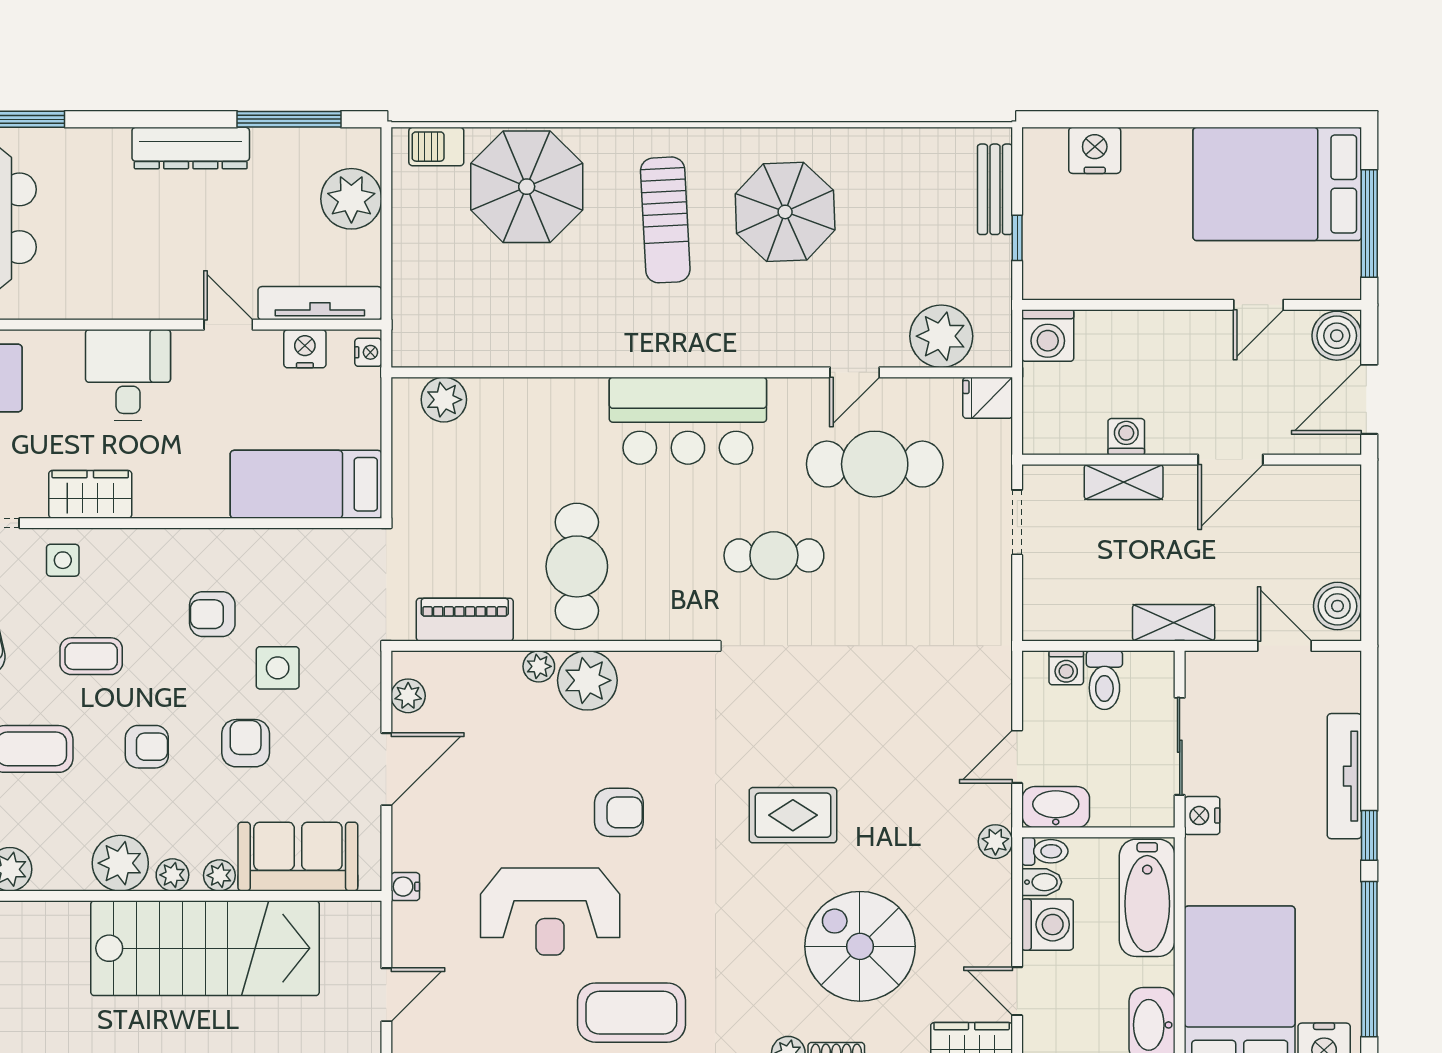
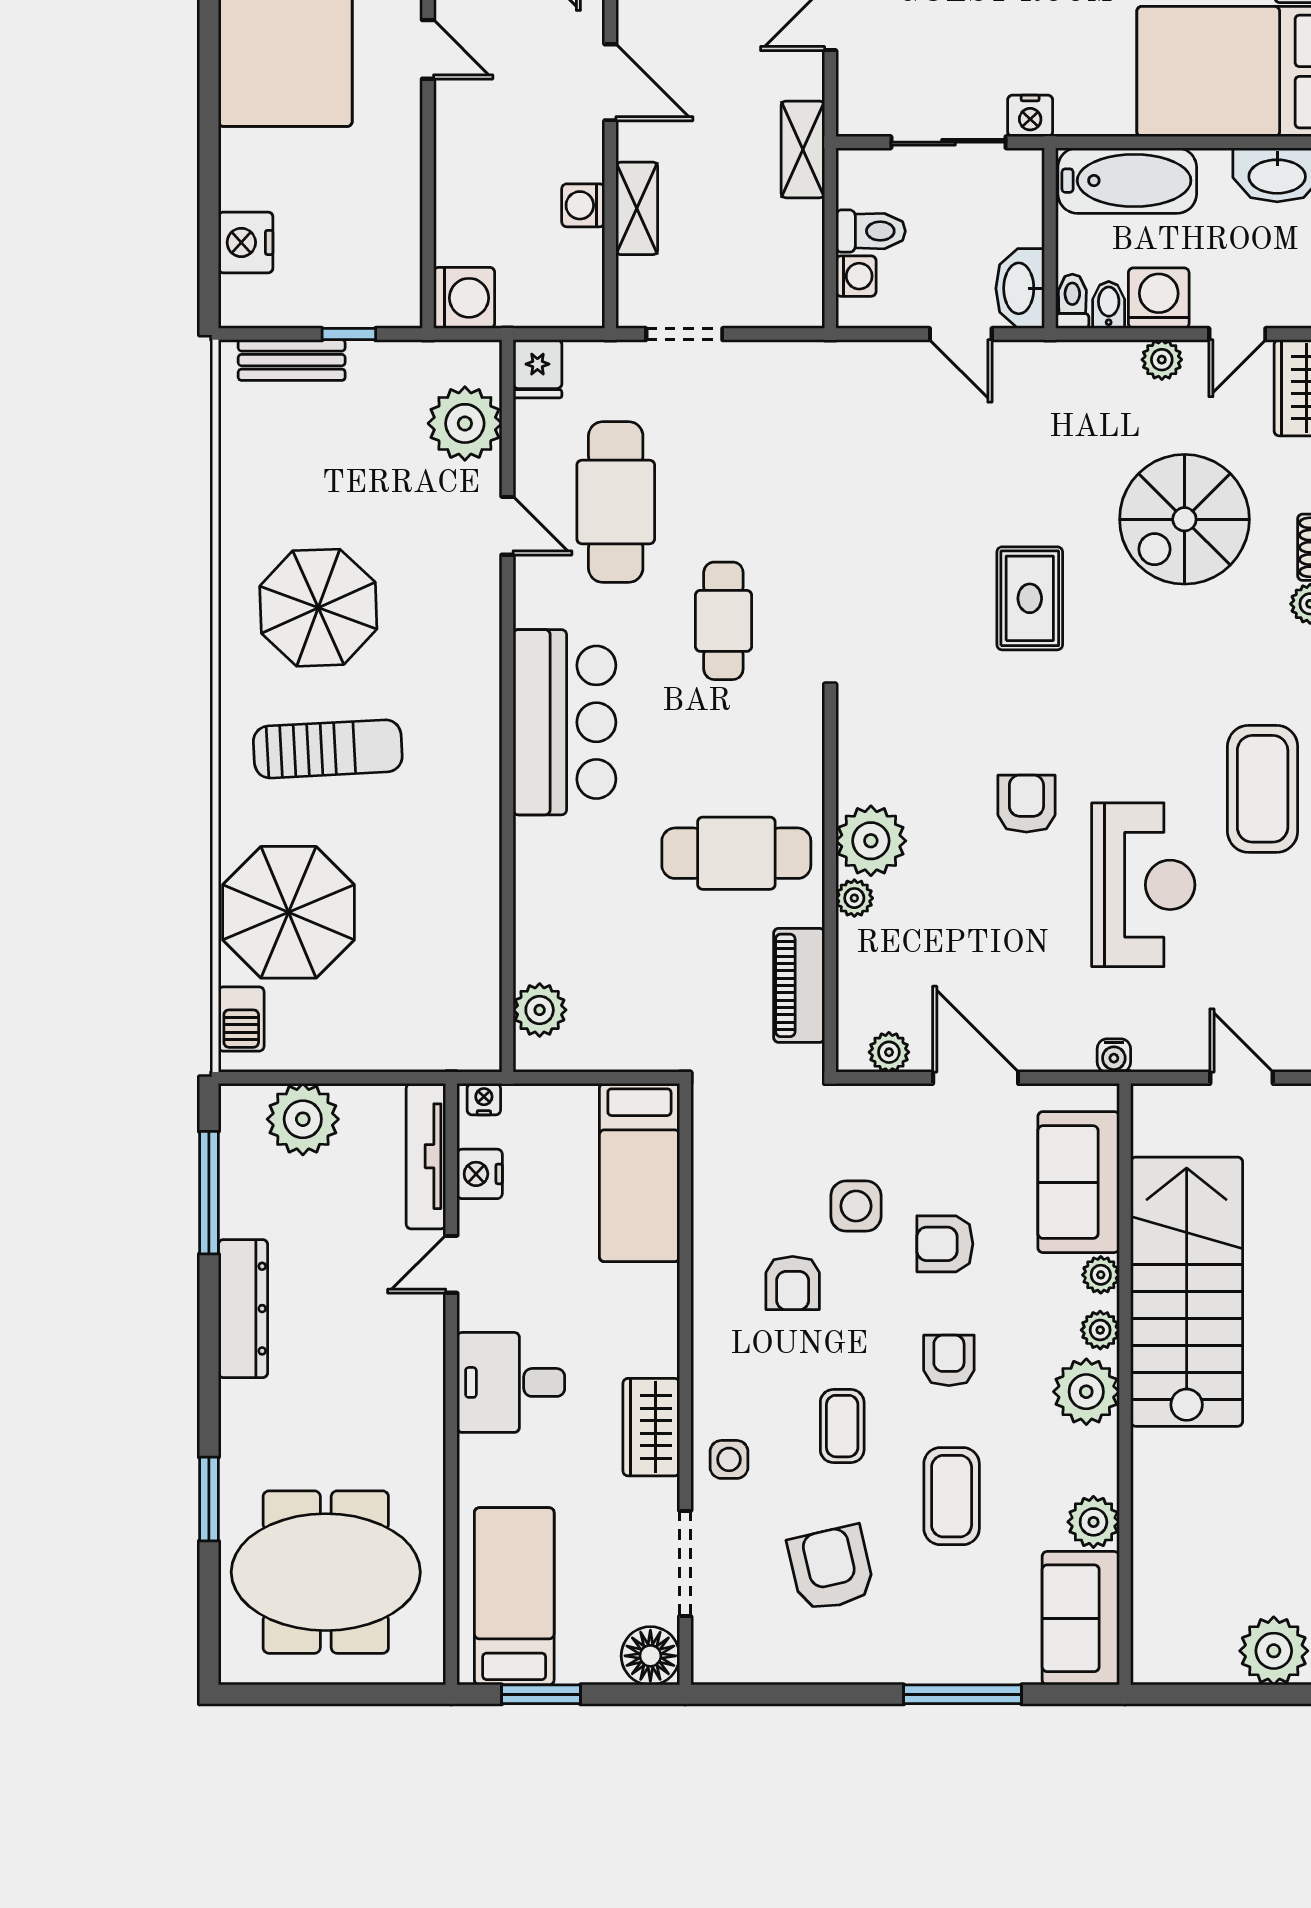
plant: (995, 842) -> (1162, 360), moved

